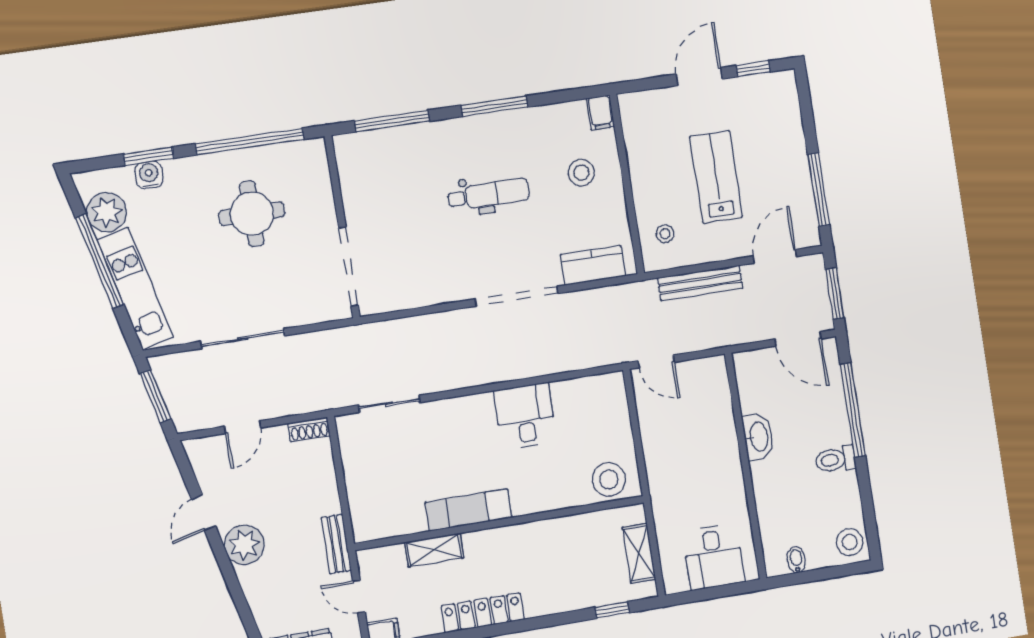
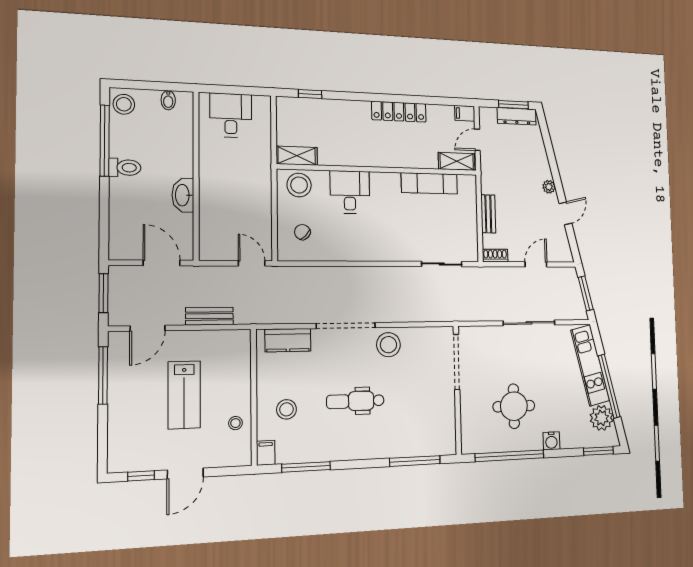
window: (494, 106) -> (306, 467), moved
window: (148, 156) -> (598, 451), moved
water cooler: (149, 175) -> (551, 441), moved
stool: (665, 234) -> (235, 423), moved
stool: (452, 278) -> (388, 345), added
bench: (700, 283) -> (209, 316), width x0.73
door: (798, 339) -> (162, 263), moved
window: (853, 410) -> (105, 141), moved
chair: (595, 415) -> (302, 232), added
desk: (525, 416) -> (350, 192), moved, turned 180
exam couch: (469, 510) -> (429, 183), moved
bench: (336, 544) -> (488, 214), moved
plant: (244, 545) -> (549, 187), width x0.53, depth x0.53
shelving: (434, 550) -> (457, 161), moved
shelving: (639, 553) -> (297, 156), moved, turned 90
door: (359, 596) -> (477, 140), swing flipped

